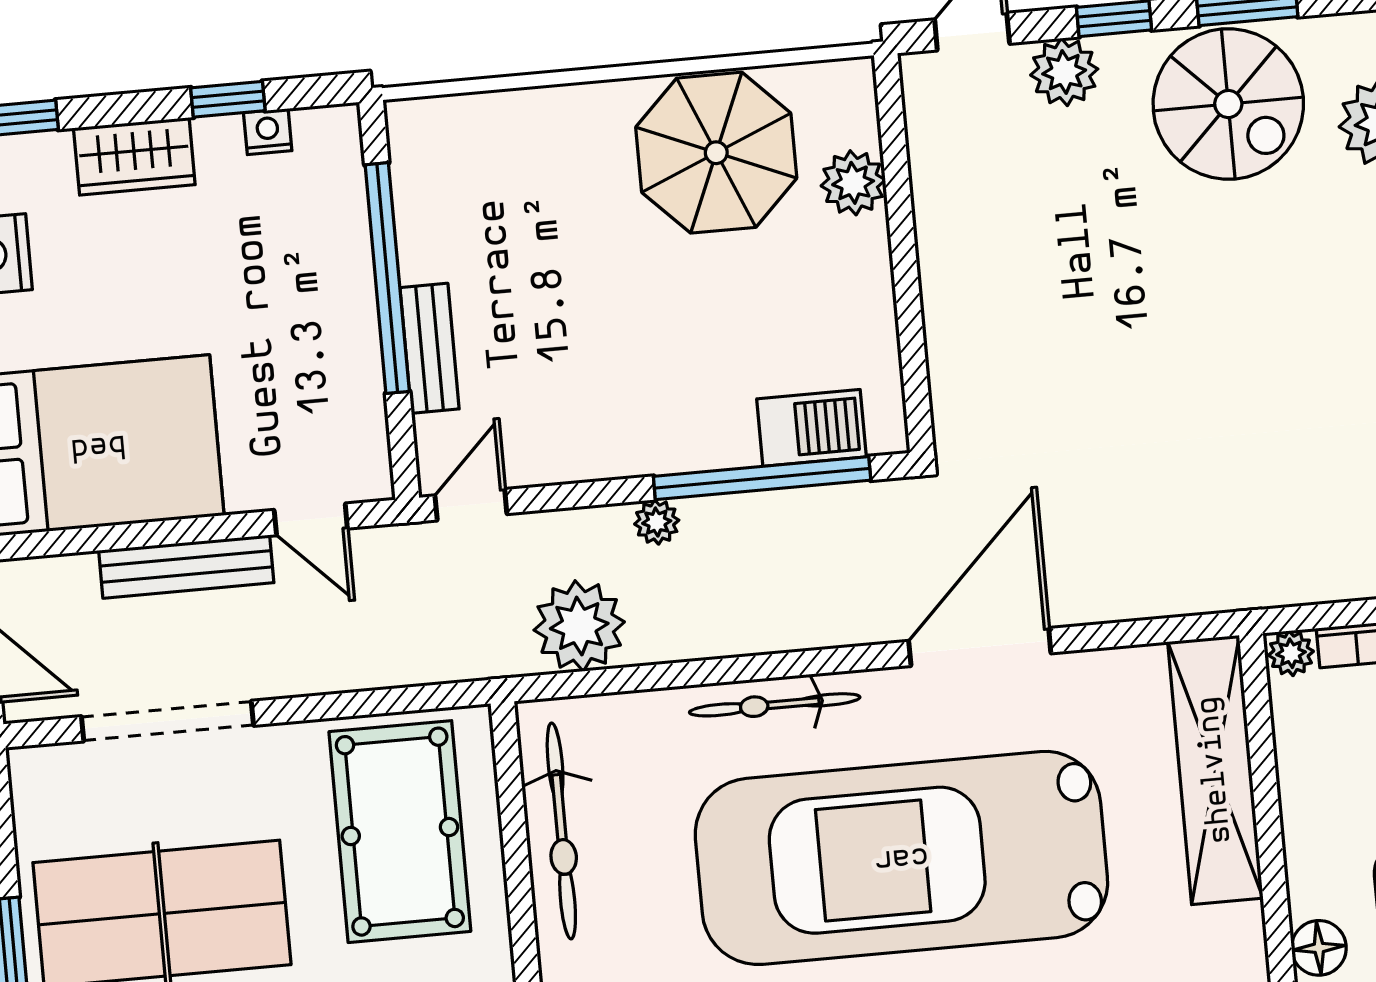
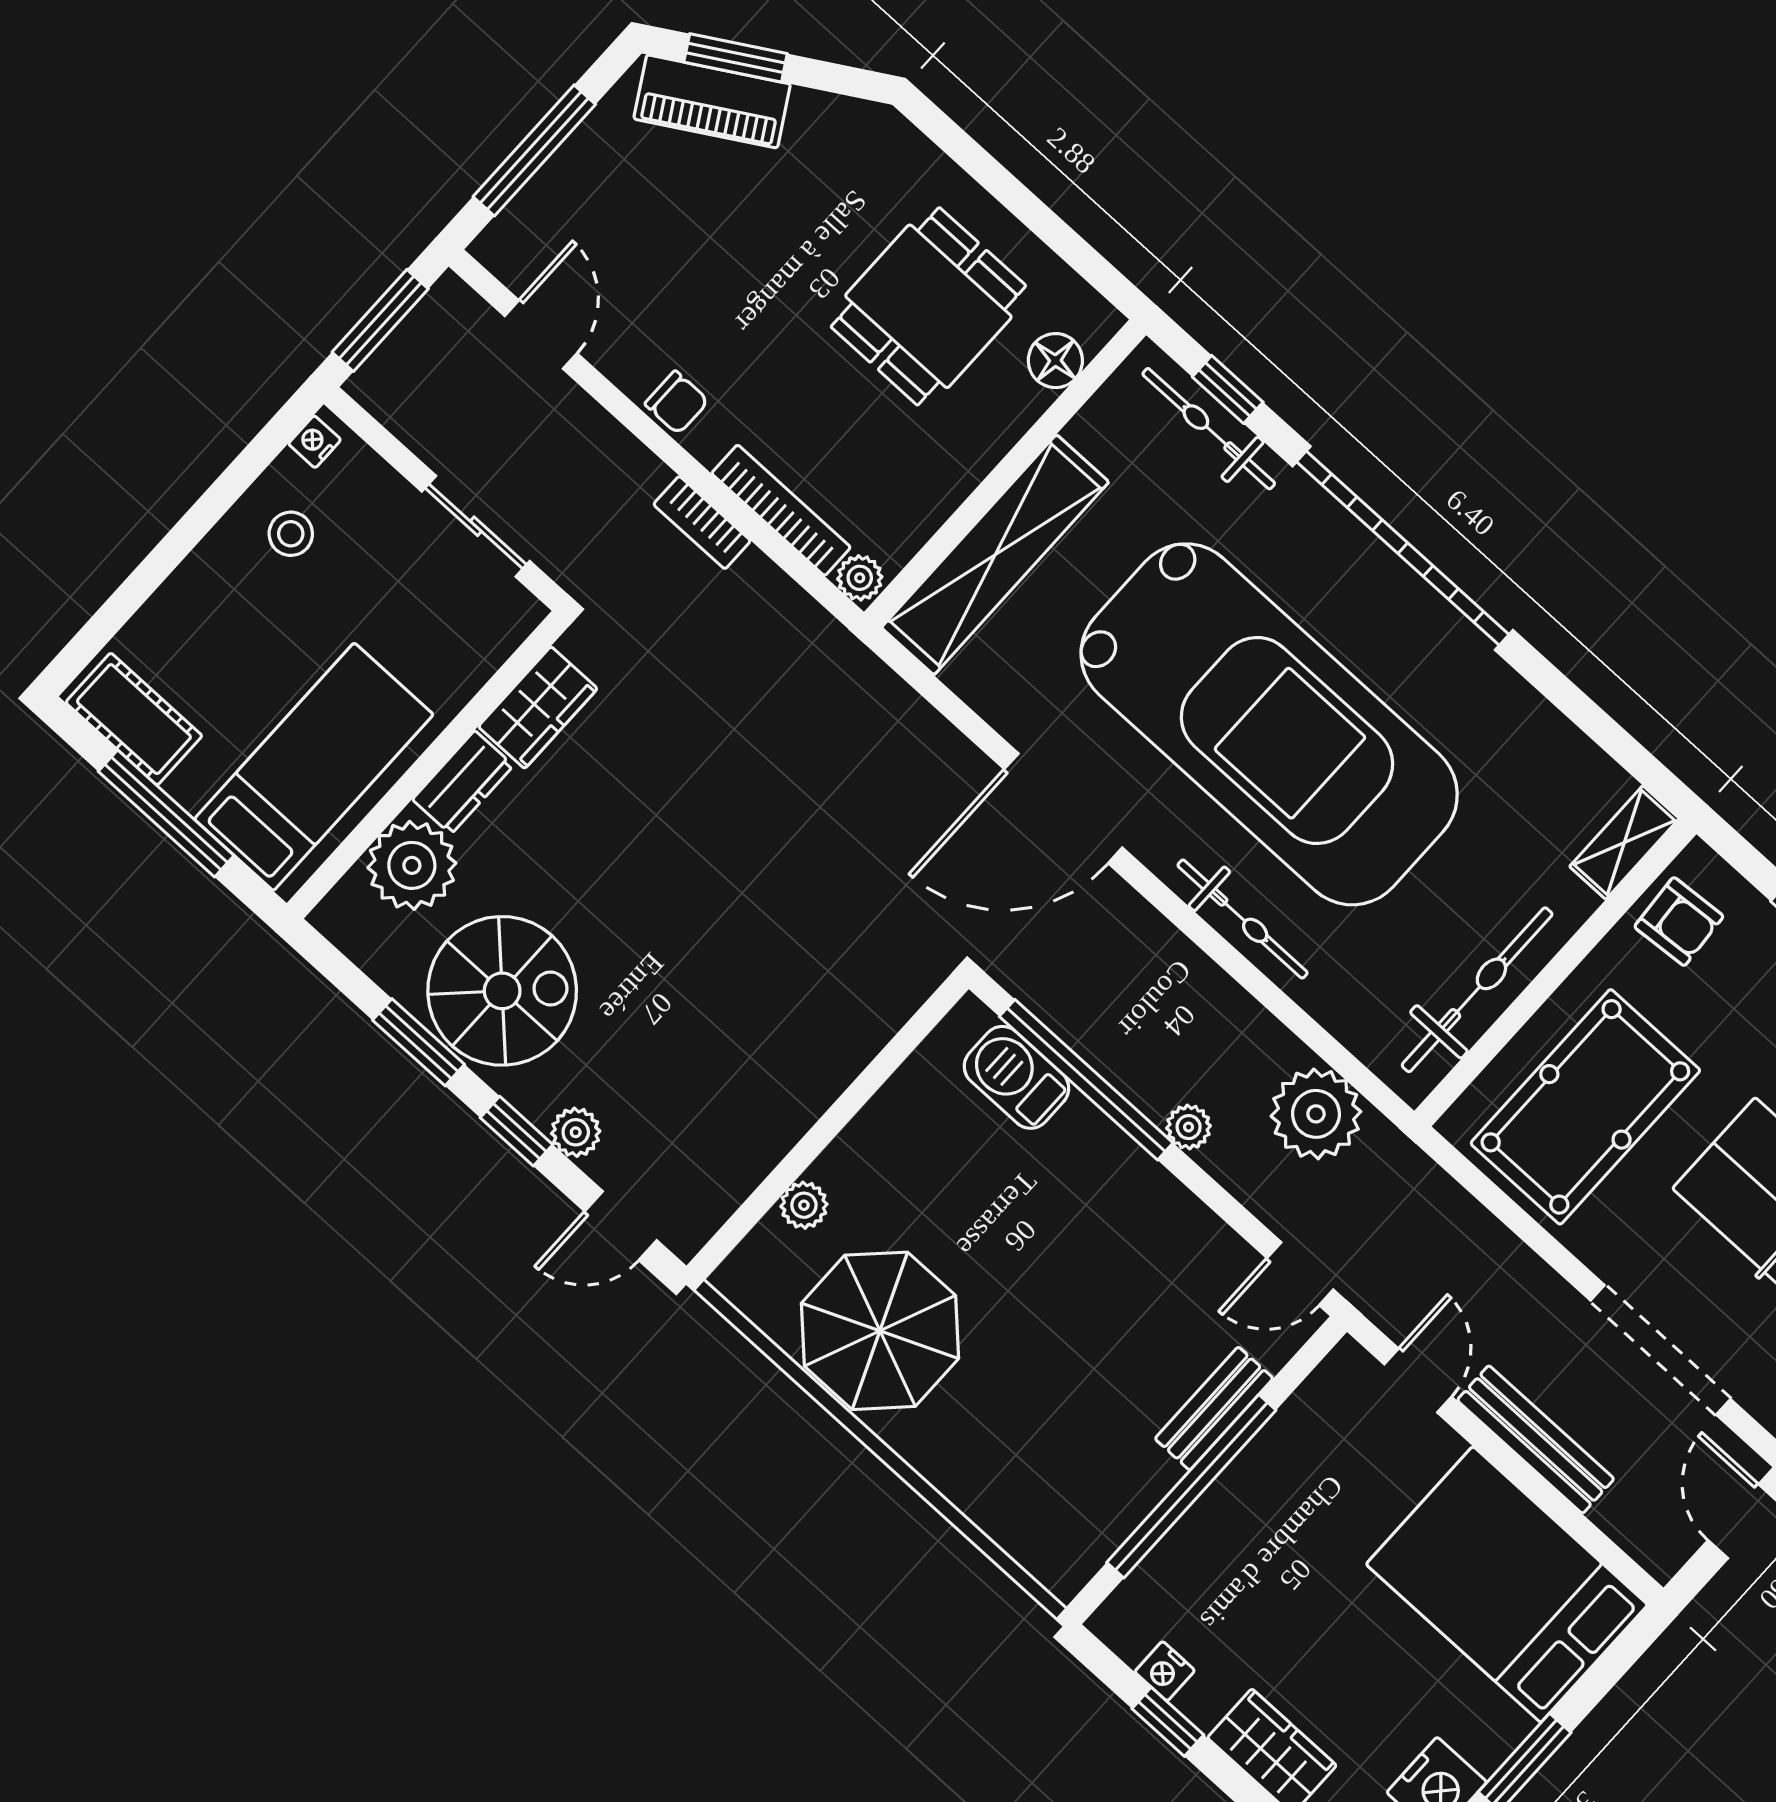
plant: (1064, 72) -> (576, 1132), width x0.73, depth x0.73
spiral stairs: (1228, 104) -> (502, 991), turned 90
plant: (853, 183) -> (804, 1205), width x0.73, depth x0.73

